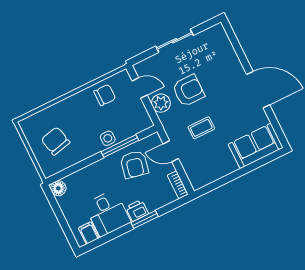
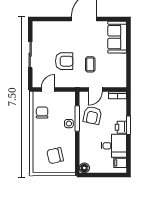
armchair: (188, 91) -> (64, 61), turned 90
plant: (161, 103) -> (63, 81), removed
armchair: (134, 164) -> (92, 115), turned 90

